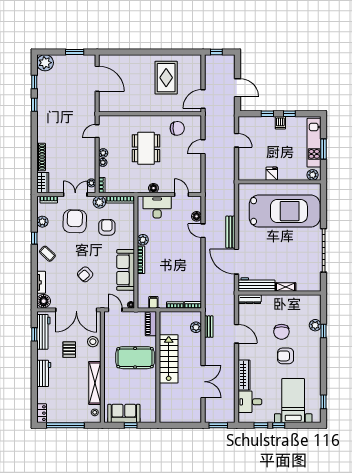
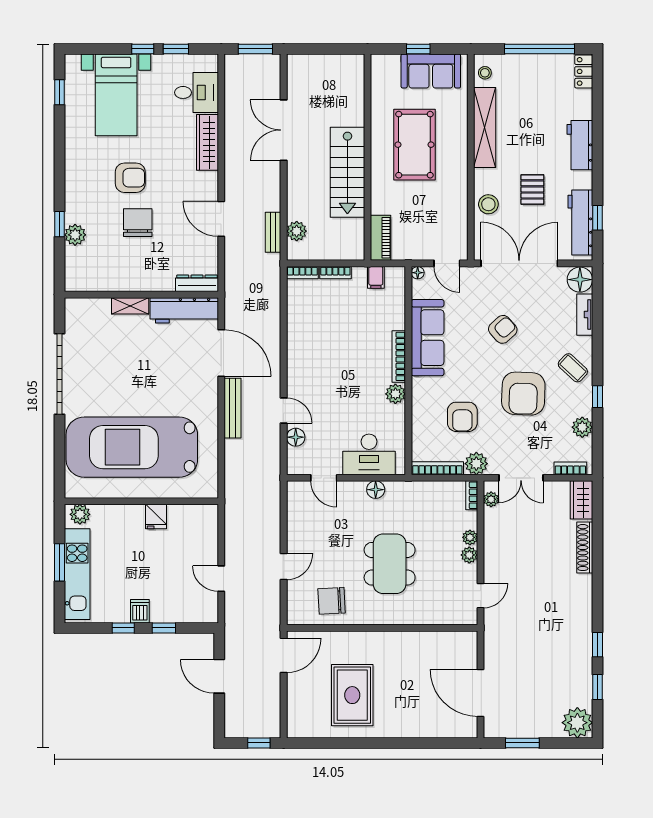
armchair: (75, 221) -> (523, 394), moved
pool table: (135, 358) -> (414, 145), moved, turned 90

